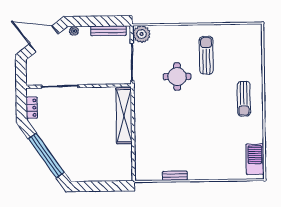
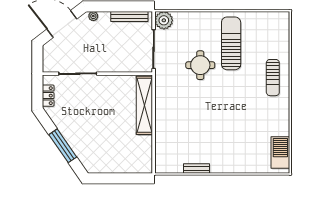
sun lounger: (206, 55) -> (231, 43), width x1.36, depth x1.34
sun lounger: (244, 99) -> (273, 78), moved
window: (46, 156) -> (63, 146), width x0.68

